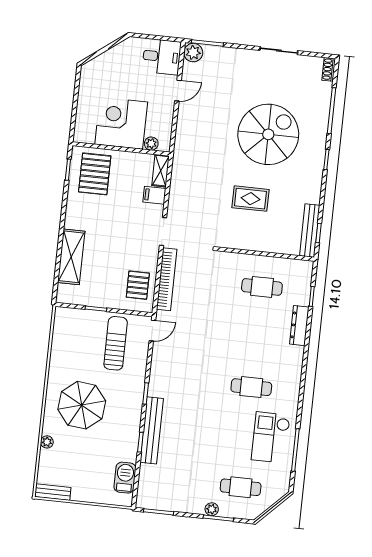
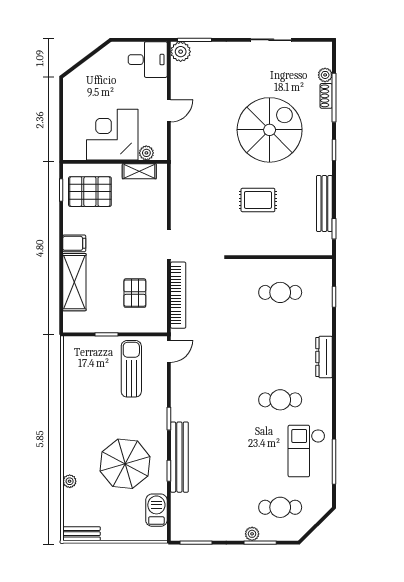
shoe rack: (329, 69) -> (326, 96), moved
plant: (326, 89) -> (325, 75), added
door: (178, 91) -> (169, 111), moved
shelving: (161, 171) -> (139, 171), moved, turned 90
pallet: (95, 174) -> (90, 192), turned 90
filing cabinet: (154, 195) -> (74, 243), moved, turned 180
bench: (310, 231) -> (324, 204), moved
pallet: (138, 285) -> (135, 293), moved
dresser: (299, 326) -> (324, 357), moved
parasol: (82, 405) -> (125, 464), moved

